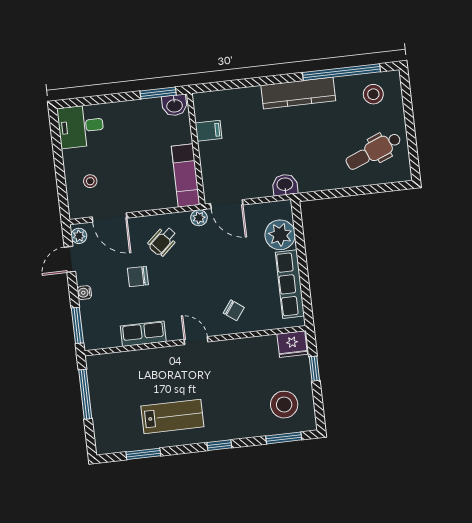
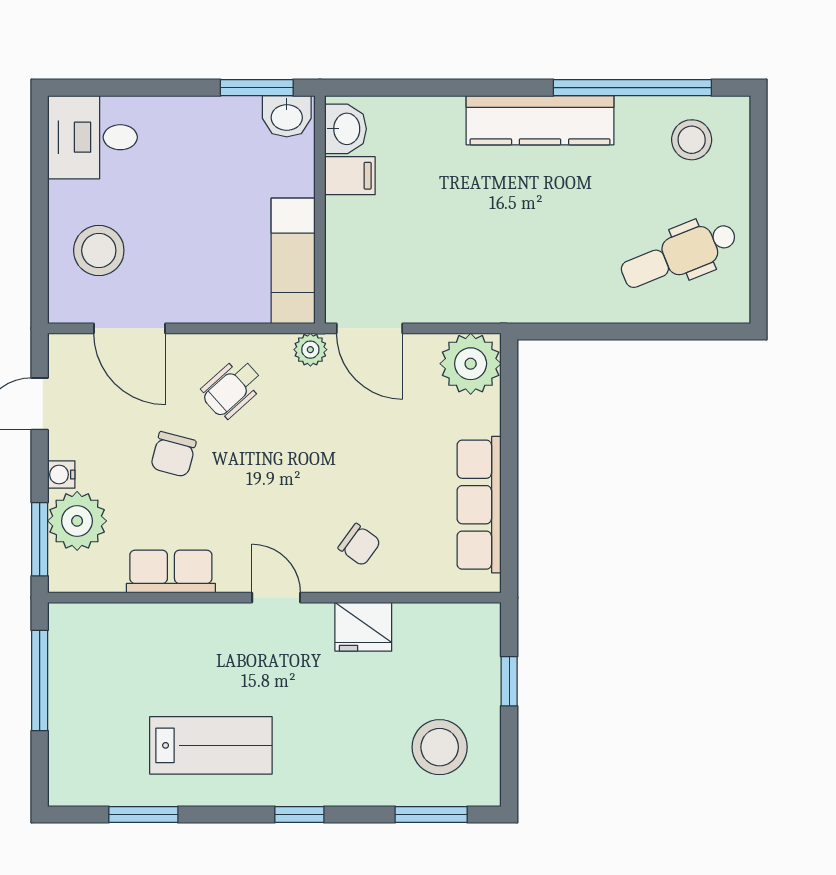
stool: (90, 181) -> (99, 250), width x1.89, depth x1.89
washbasin: (285, 185) -> (346, 129), moved, turned 90
plant: (280, 235) -> (471, 364), moved
plant: (79, 236) -> (77, 521), moved, width x1.87, depth x1.87
chair: (138, 277) -> (173, 454), turned -75
fridge: (292, 344) -> (363, 627), moved

